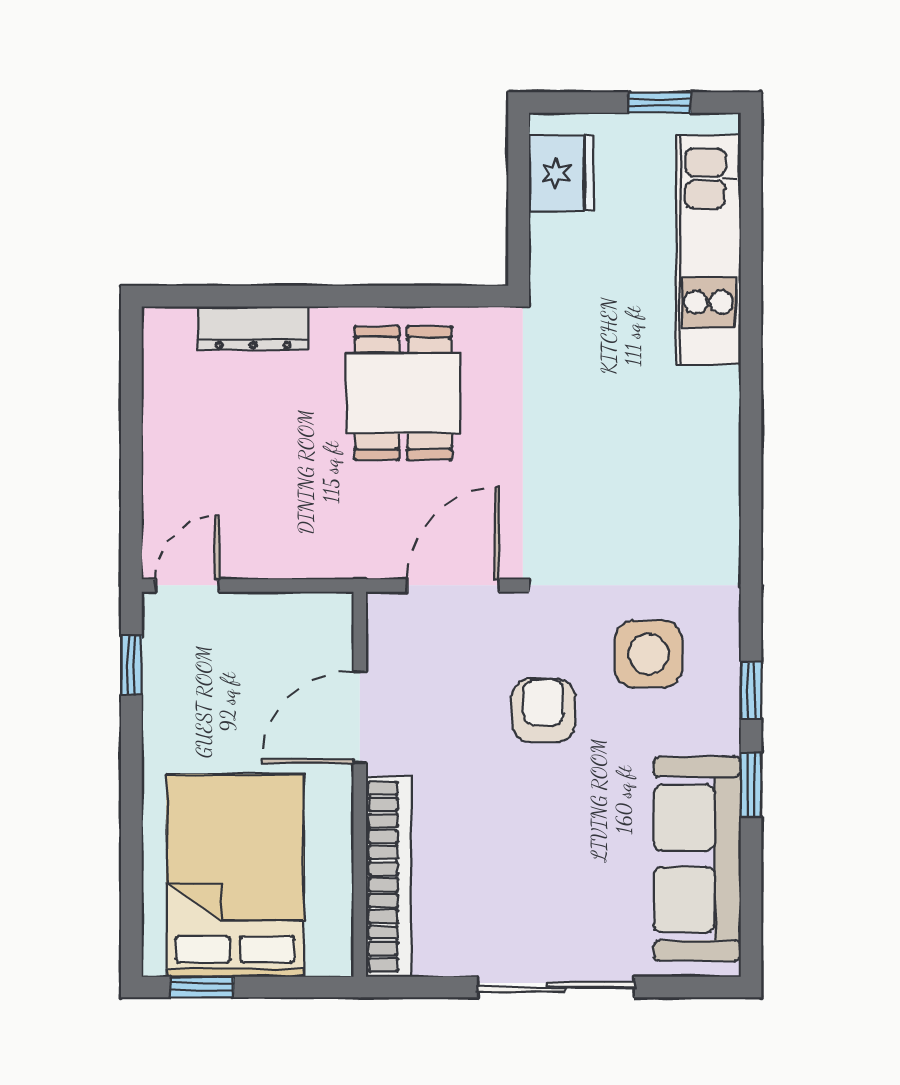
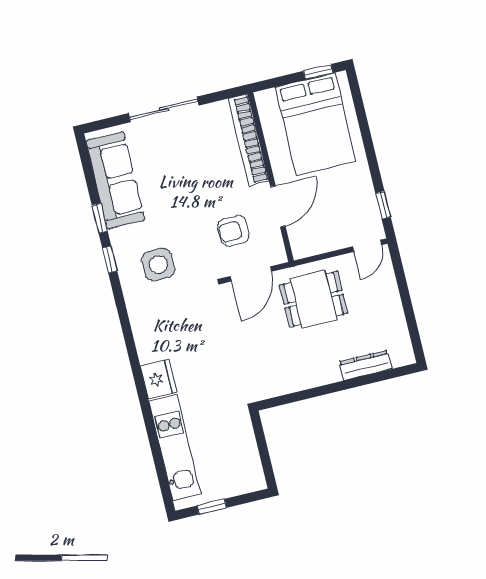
fridge: (561, 173) -> (158, 379), moved, turned 180
dining table: (403, 393) -> (313, 299), moved, turned 90
armchair: (544, 710) -> (233, 231), moved, turned 90

